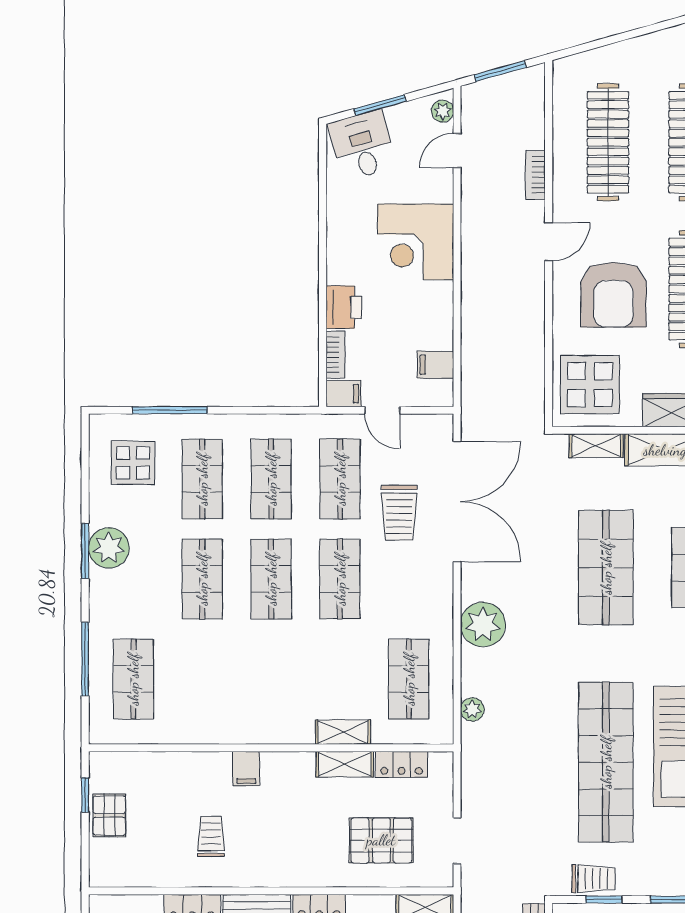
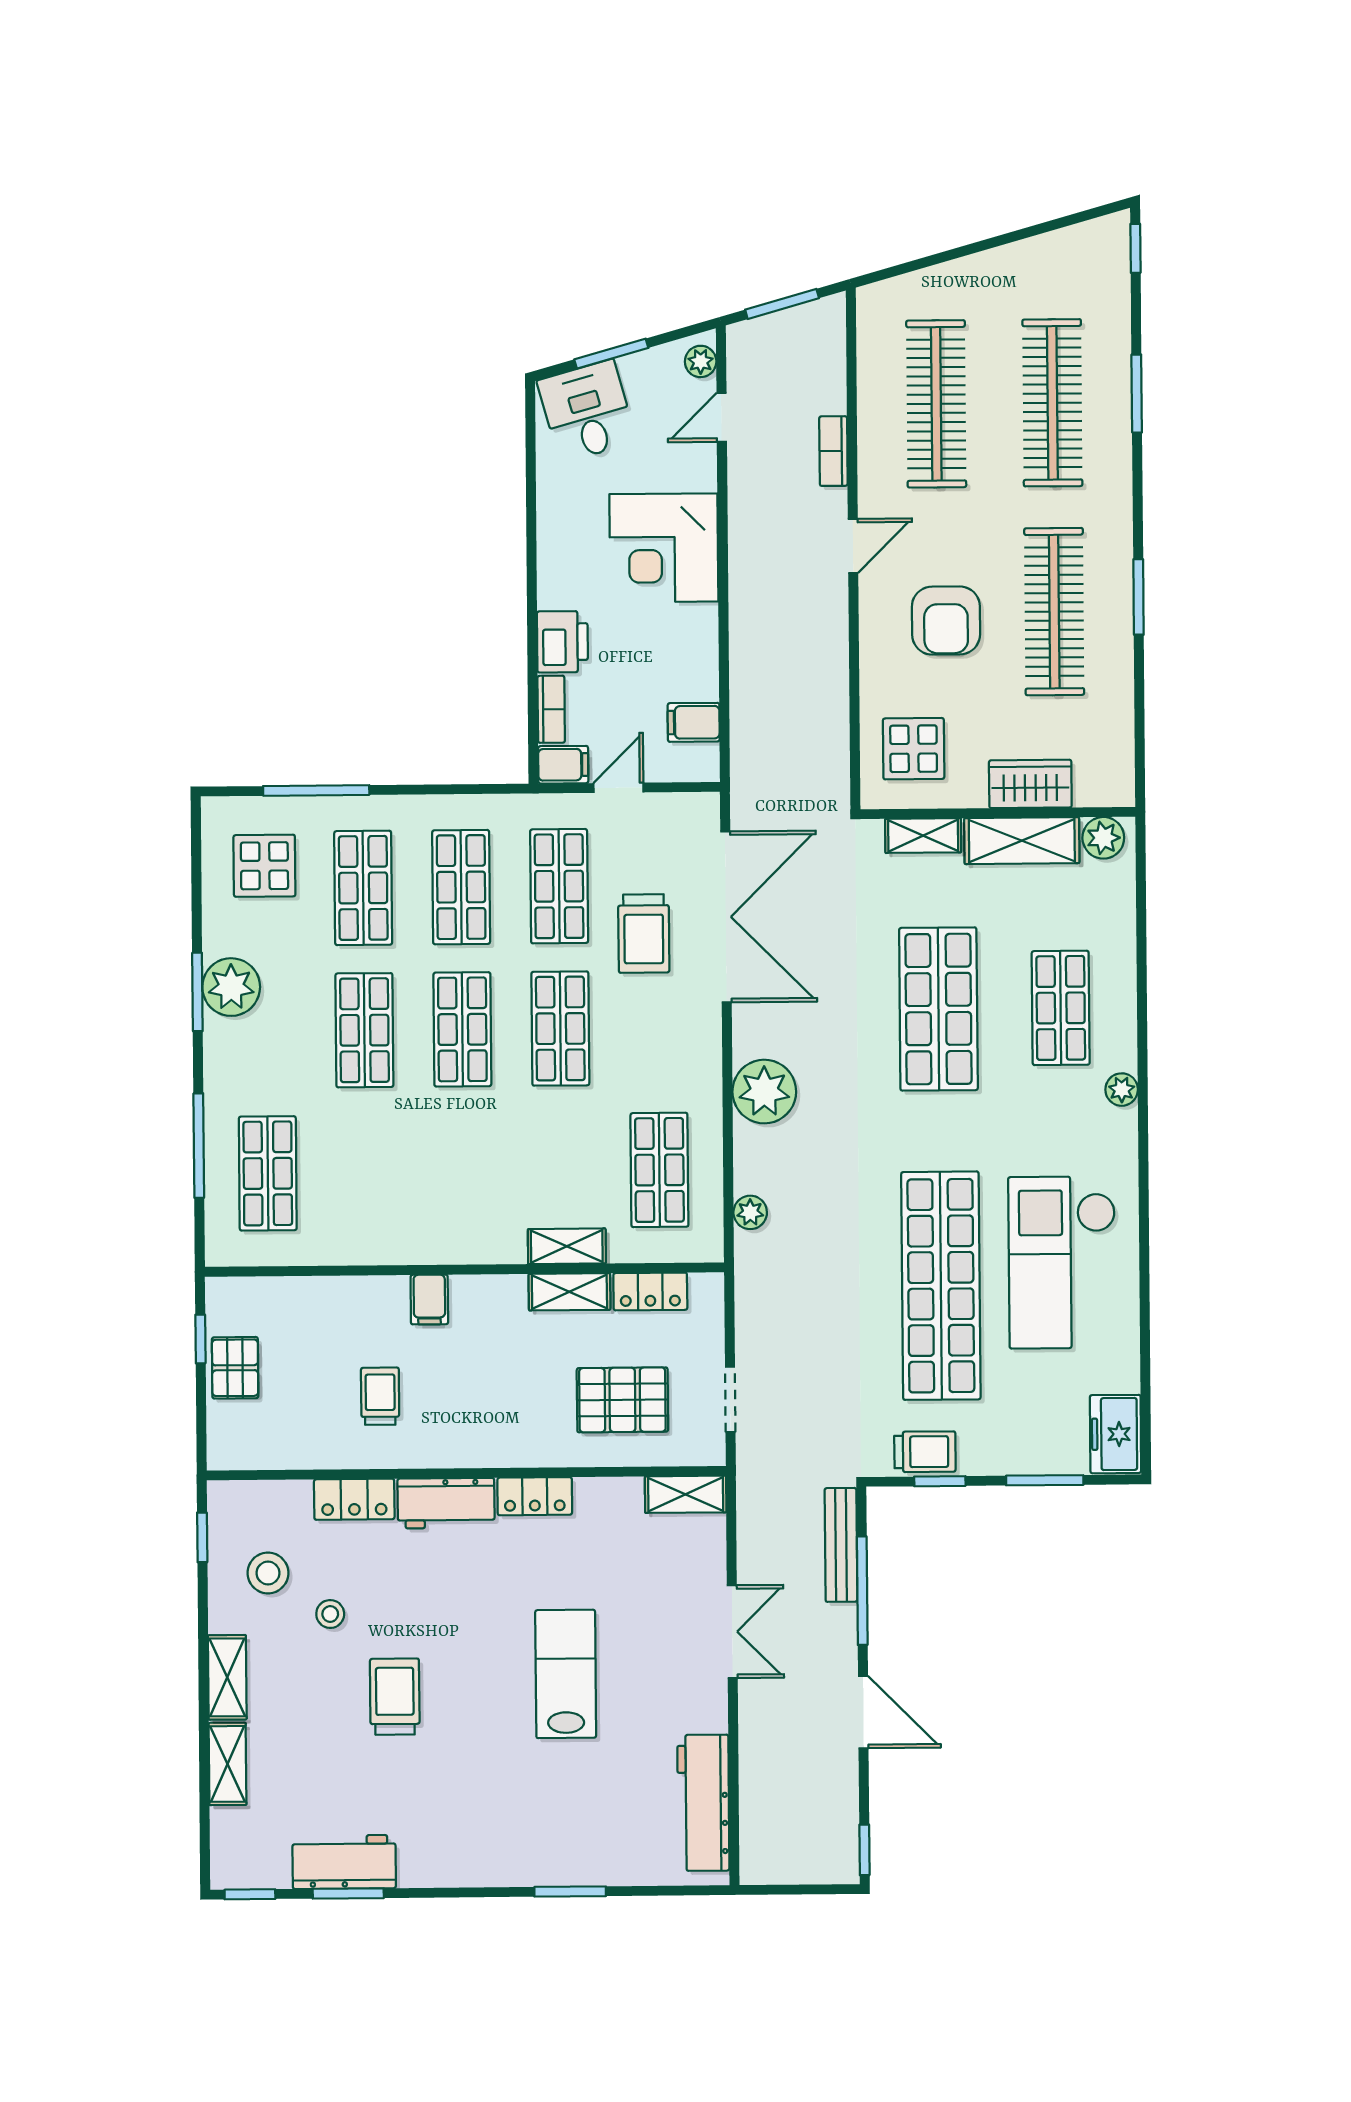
armchair: (613, 295) -> (946, 621), width x0.73, depth x0.73
display table: (590, 385) -> (914, 749), width x0.73, depth x0.73
door: (382, 410) -> (618, 788), swing flipped

